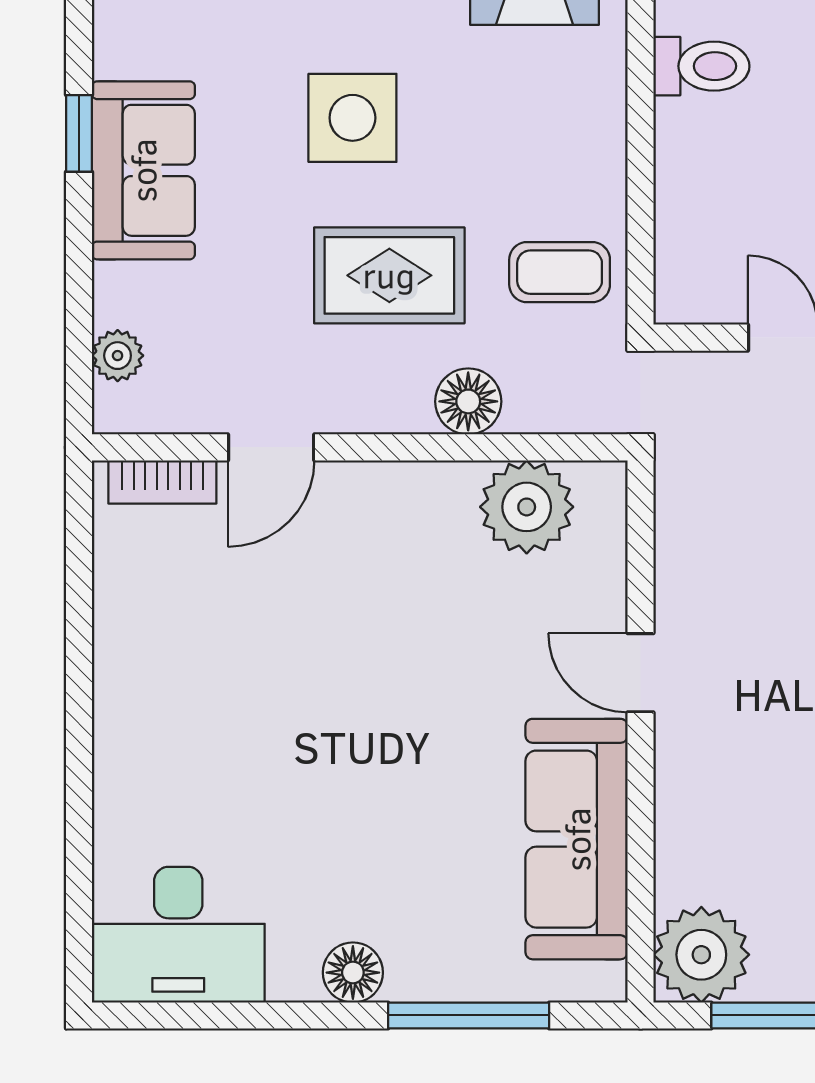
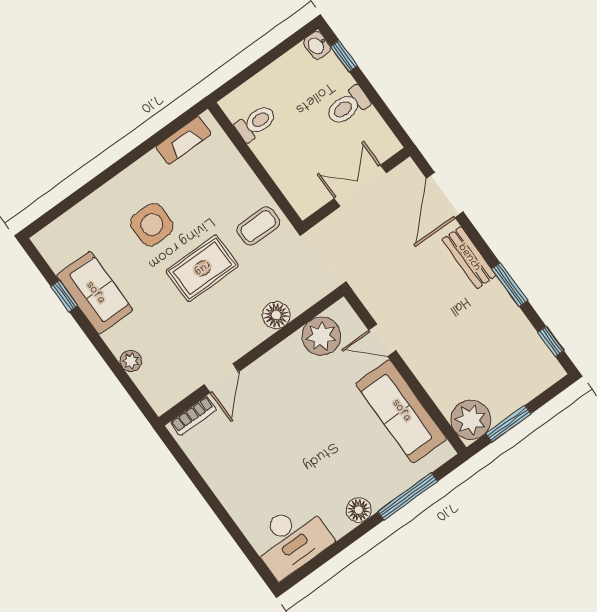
floor lamp: (468, 401) -> (276, 315), moved
door: (271, 447) -> (222, 378), moved
wall: (360, 447) -> (251, 357), moved
bookcase: (162, 482) -> (194, 416), moved
plant: (527, 507) -> (321, 336), moved

